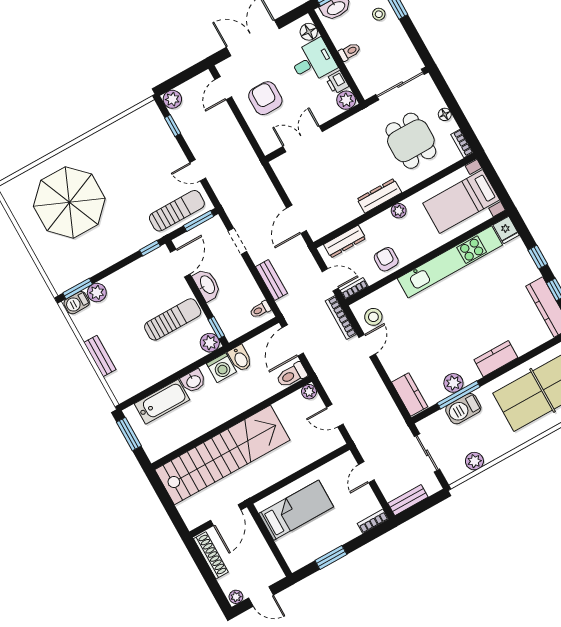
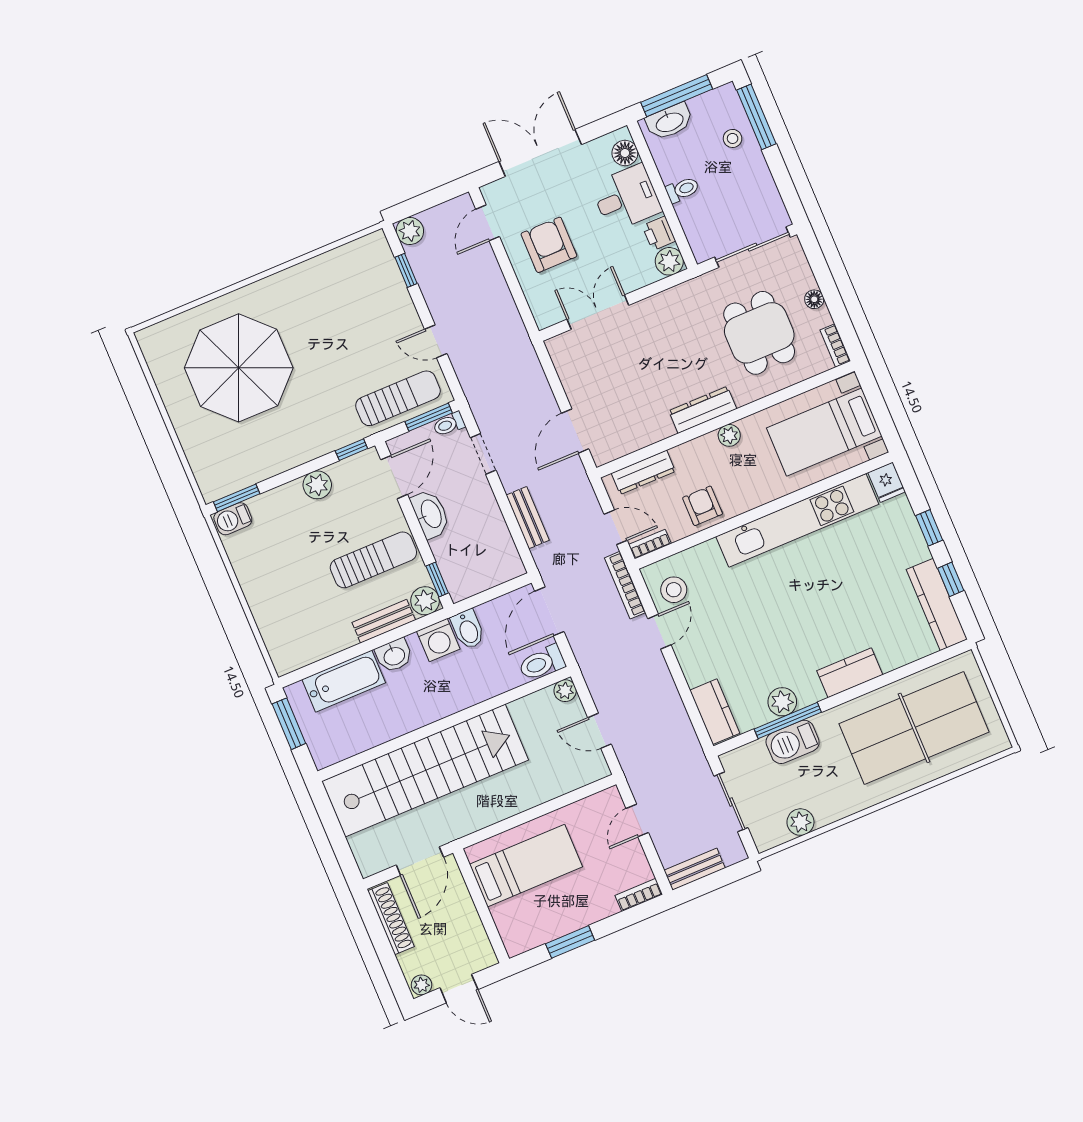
plant: (97, 293) -> (317, 485), moved
toilet: (260, 310) -> (449, 424), moved
bench: (100, 356) -> (384, 621), moved, turned 90

